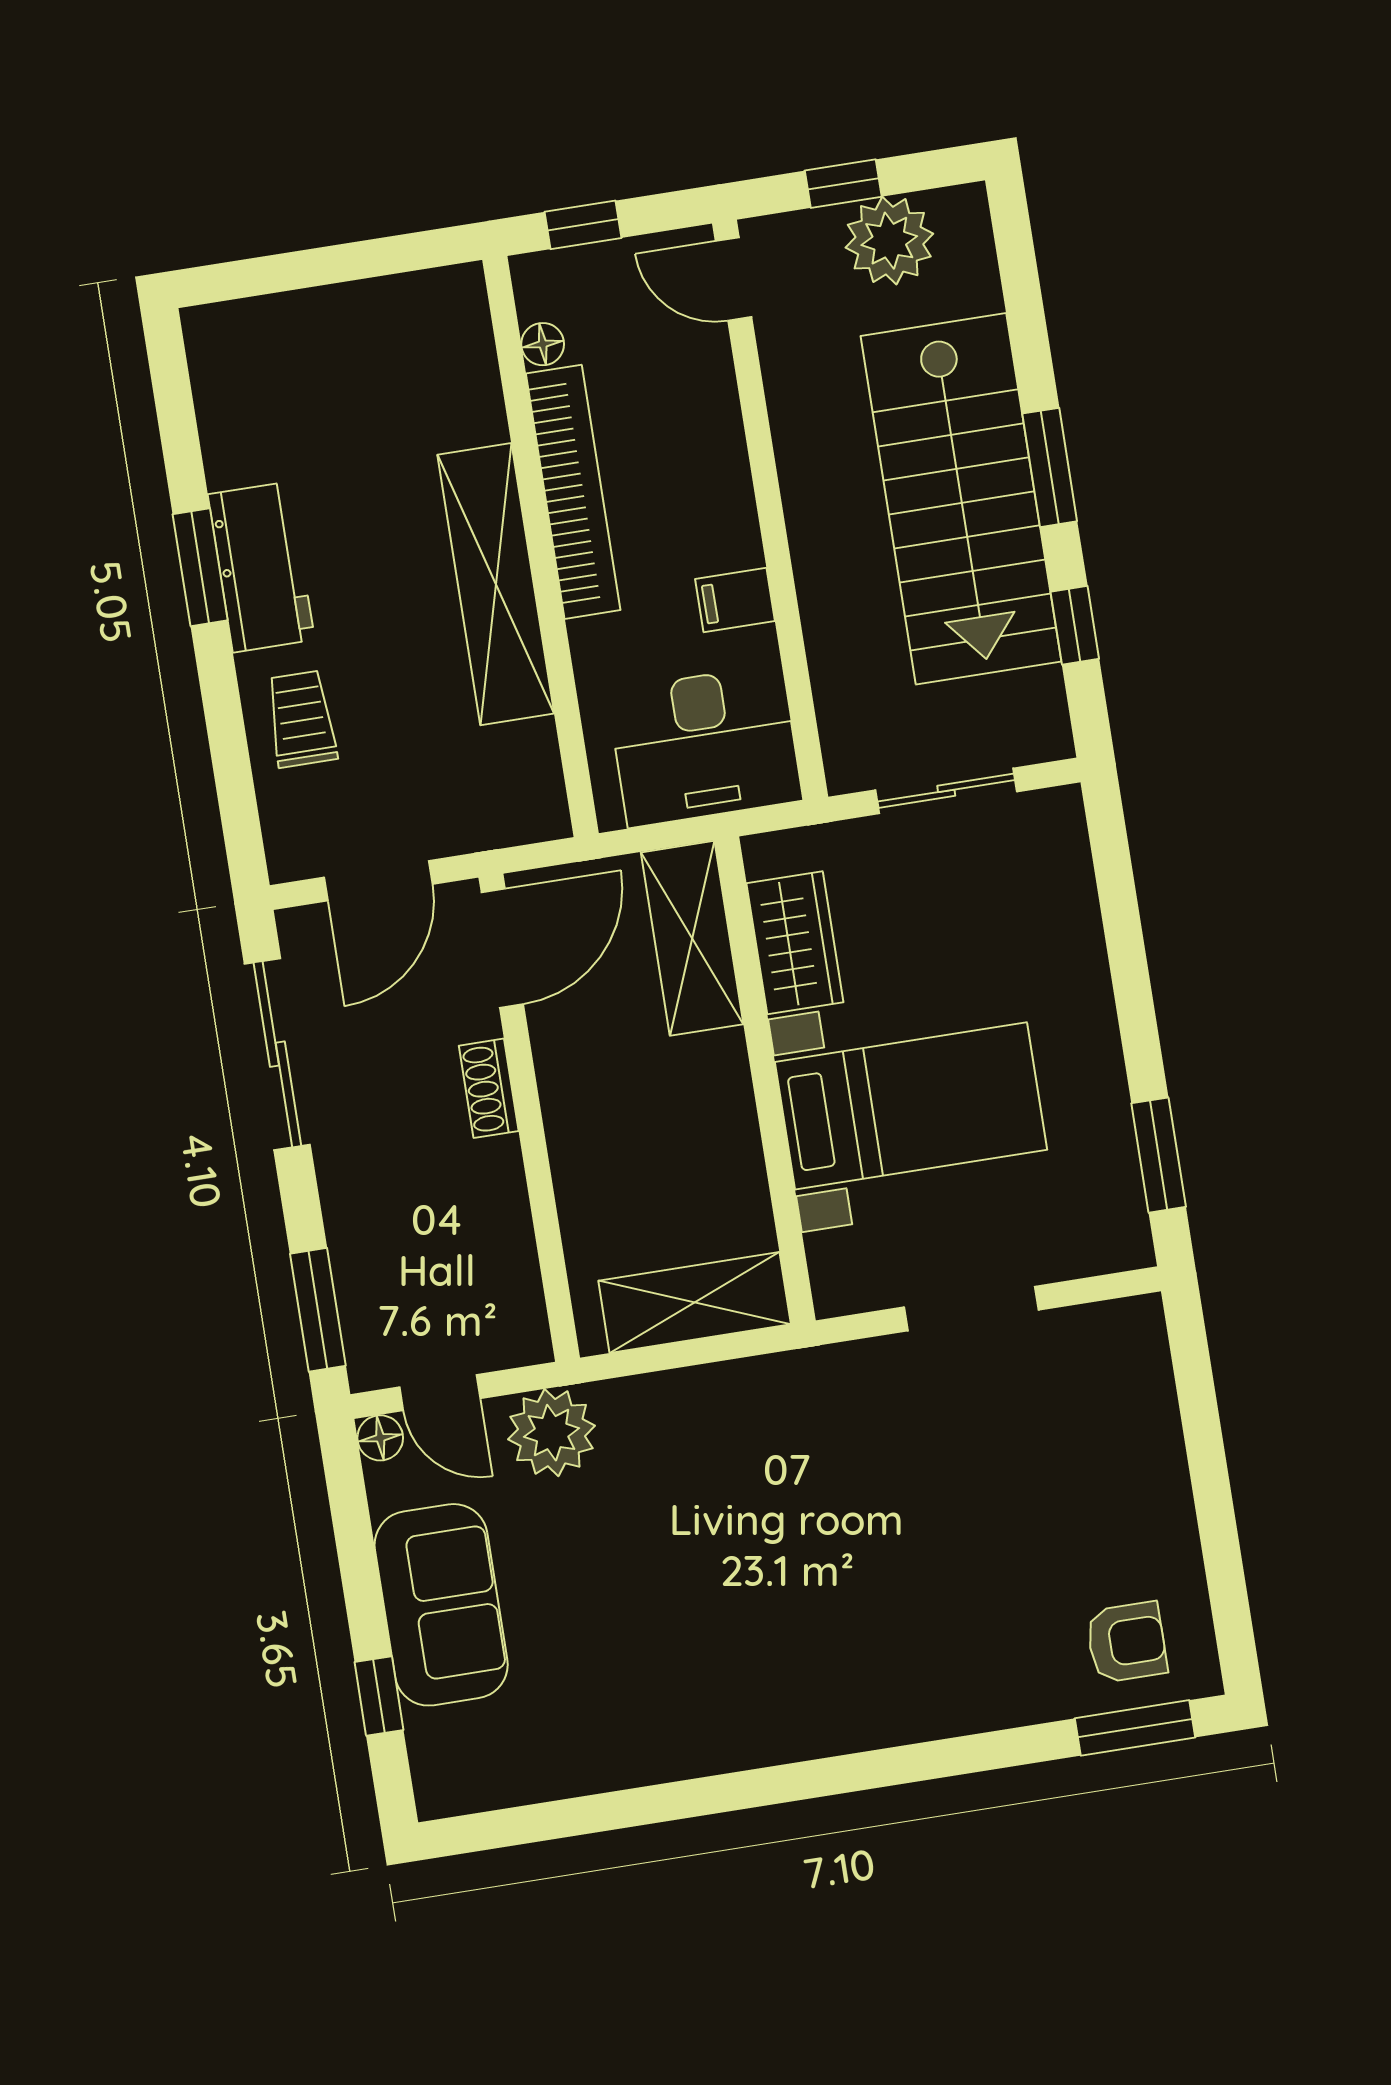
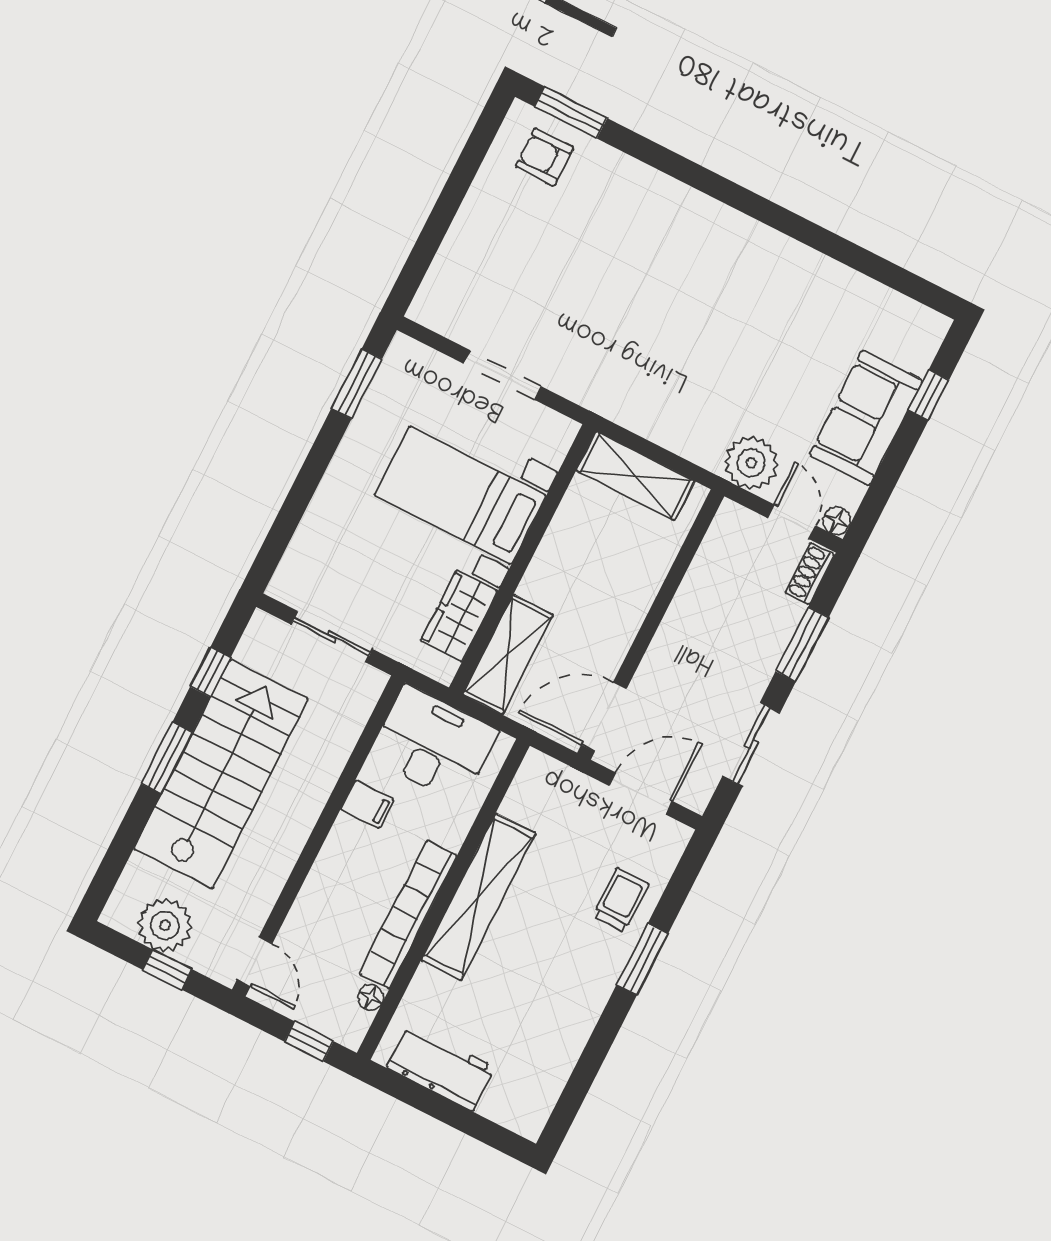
window: (200, 567) -> (642, 959), moved
workbench: (261, 567) -> (441, 1068), moved, turned 90
trolley: (301, 719) -> (621, 900), turned 180
sliding door: (277, 1054) -> (751, 745), width x0.73
shoe rack: (489, 1088) -> (810, 574), moved, turned 180
window: (318, 1310) -> (802, 644), moved

